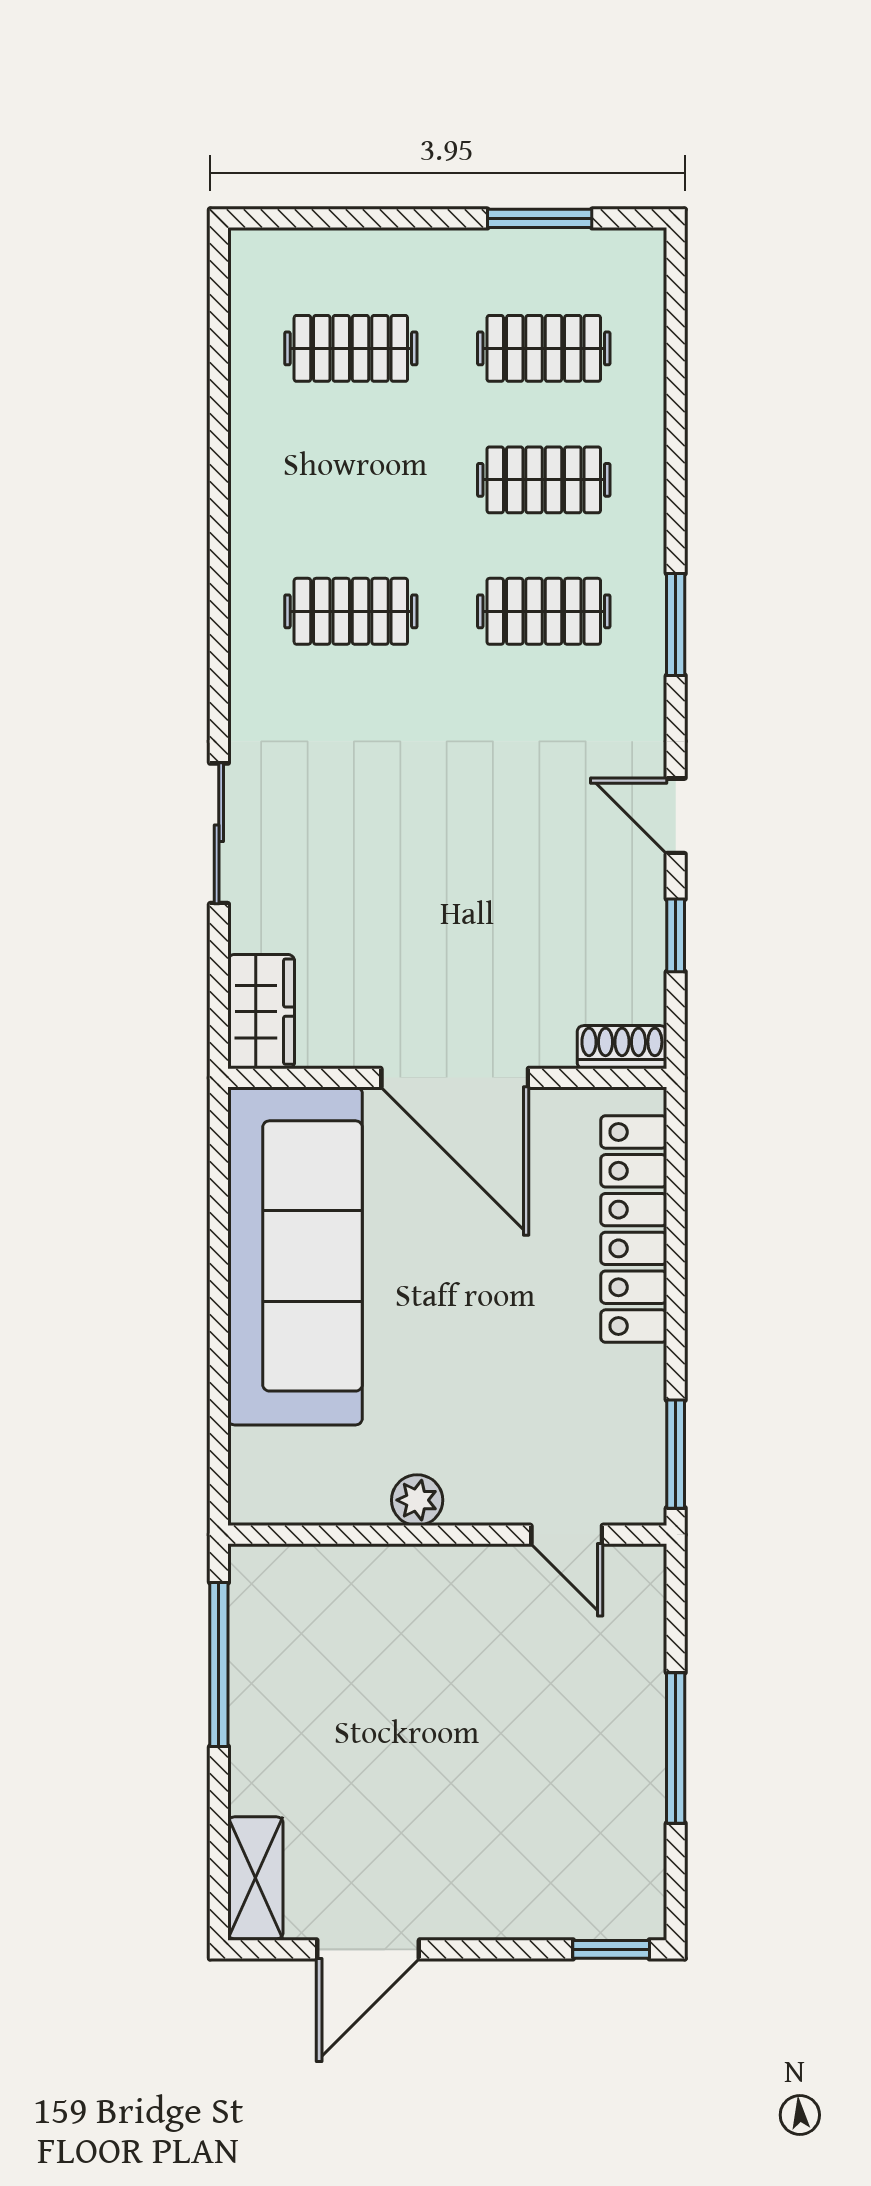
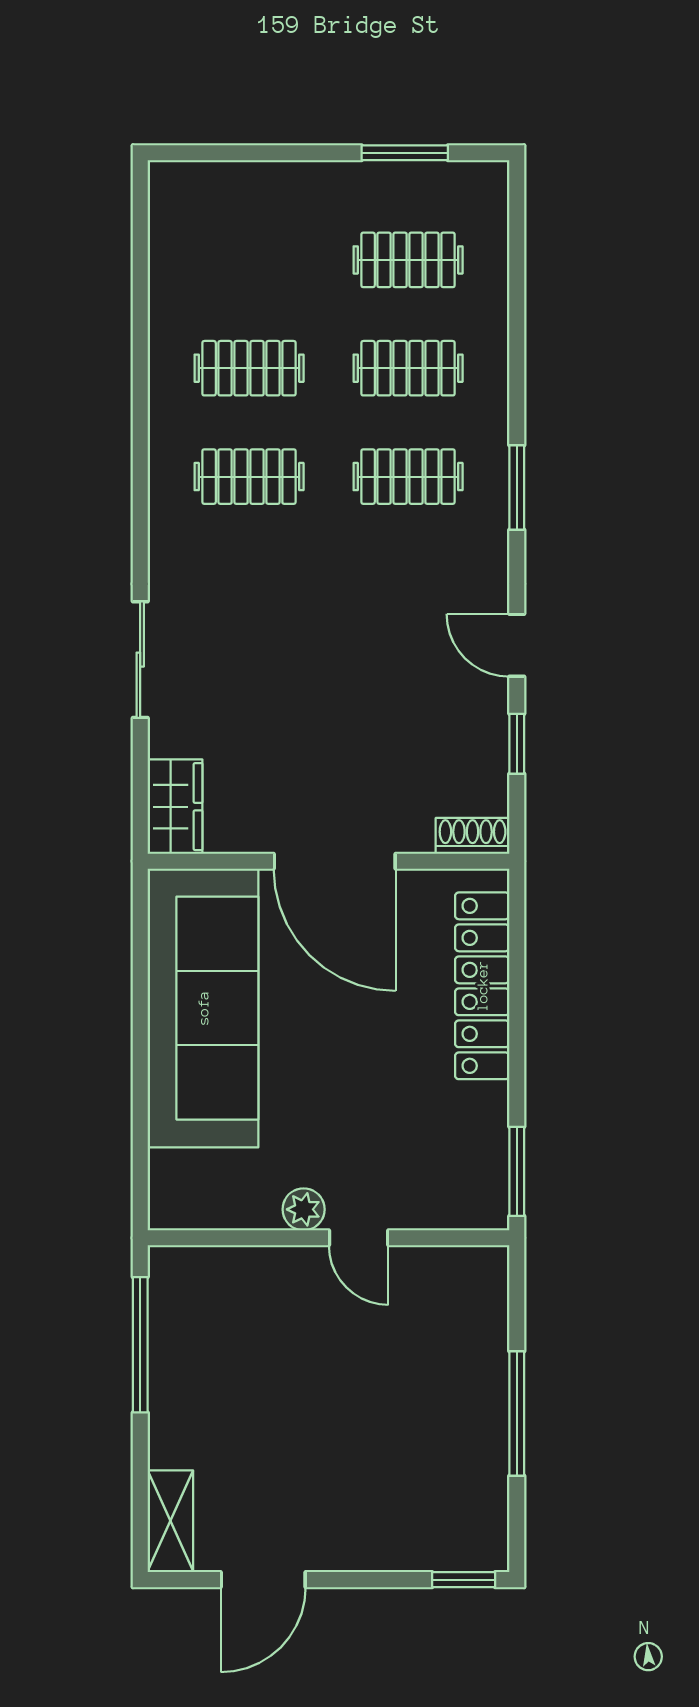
clothes rail: (351, 348) -> (249, 368), moved
door: (567, 1535) -> (359, 1238), moved

